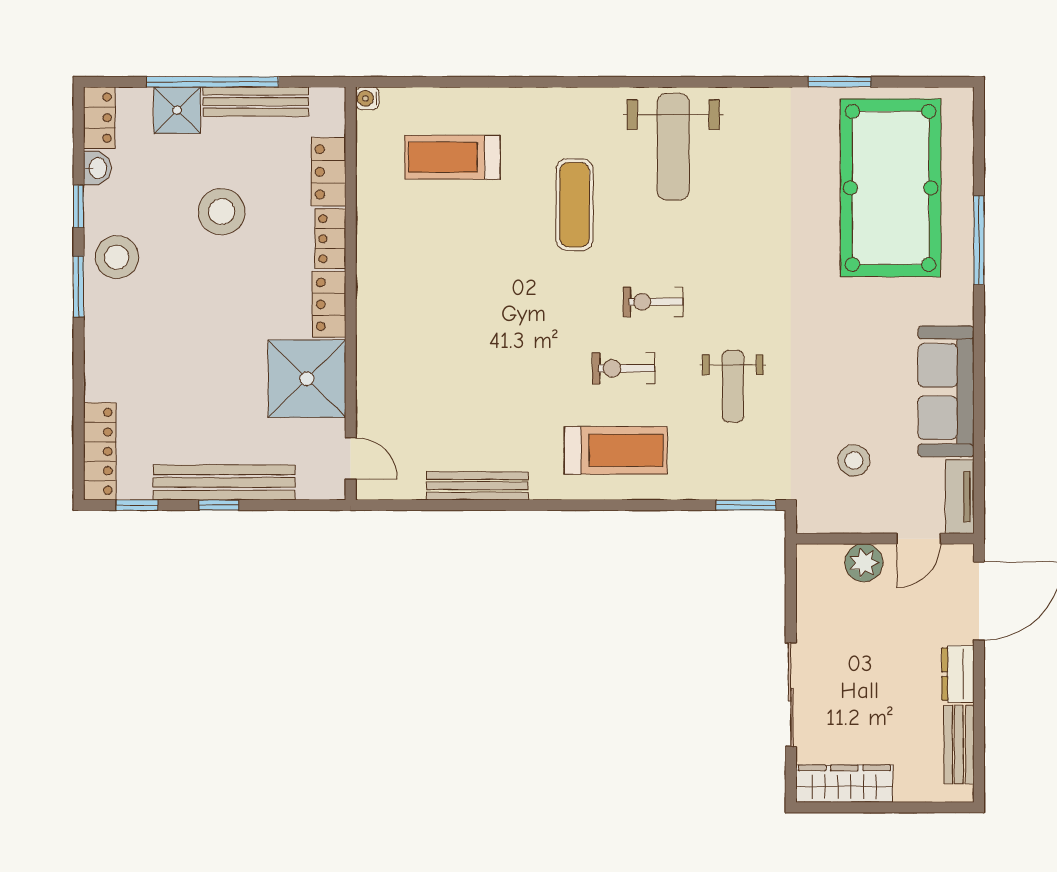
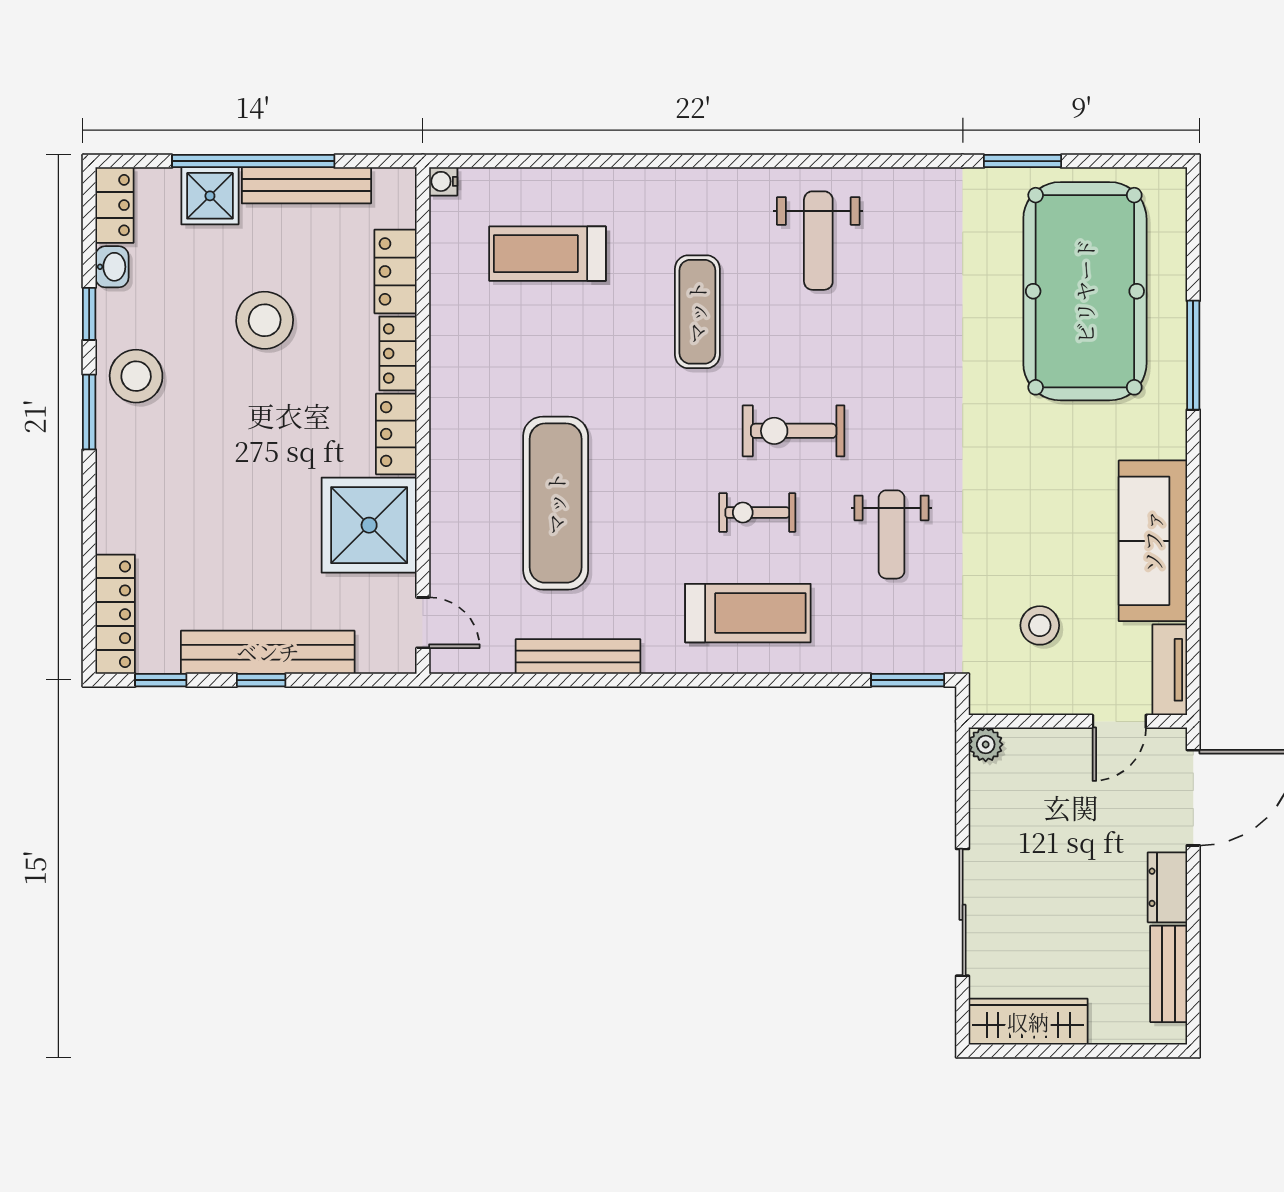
weight bench: (673, 147) -> (818, 241), width x0.73, depth x0.75
exercise bike: (653, 302) -> (794, 431), width x1.38, depth x1.39
exercise mat: (459, 361) -> (556, 503), added
plant: (864, 563) -> (986, 744), moved, width x0.73, depth x0.73

